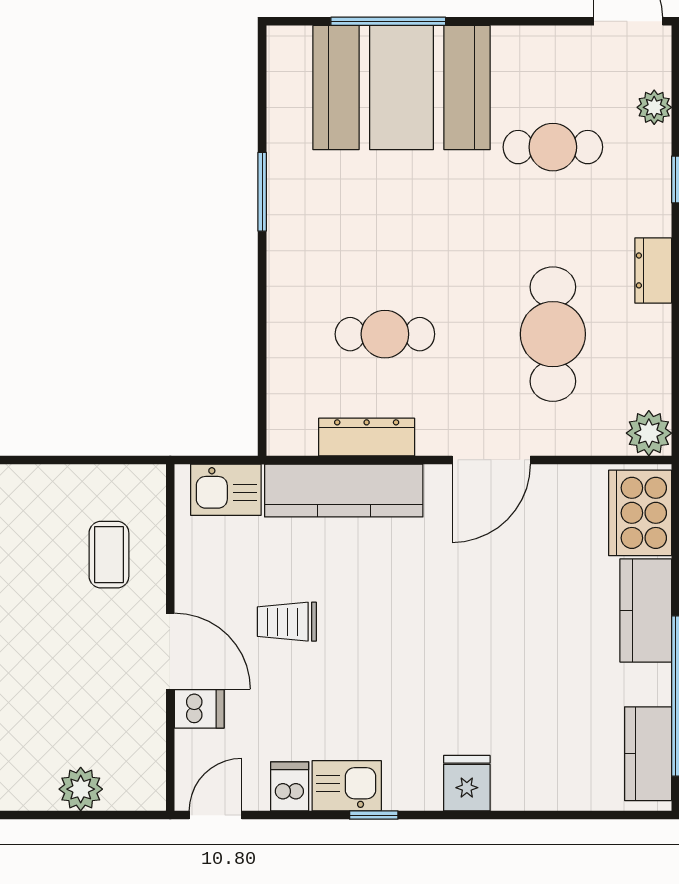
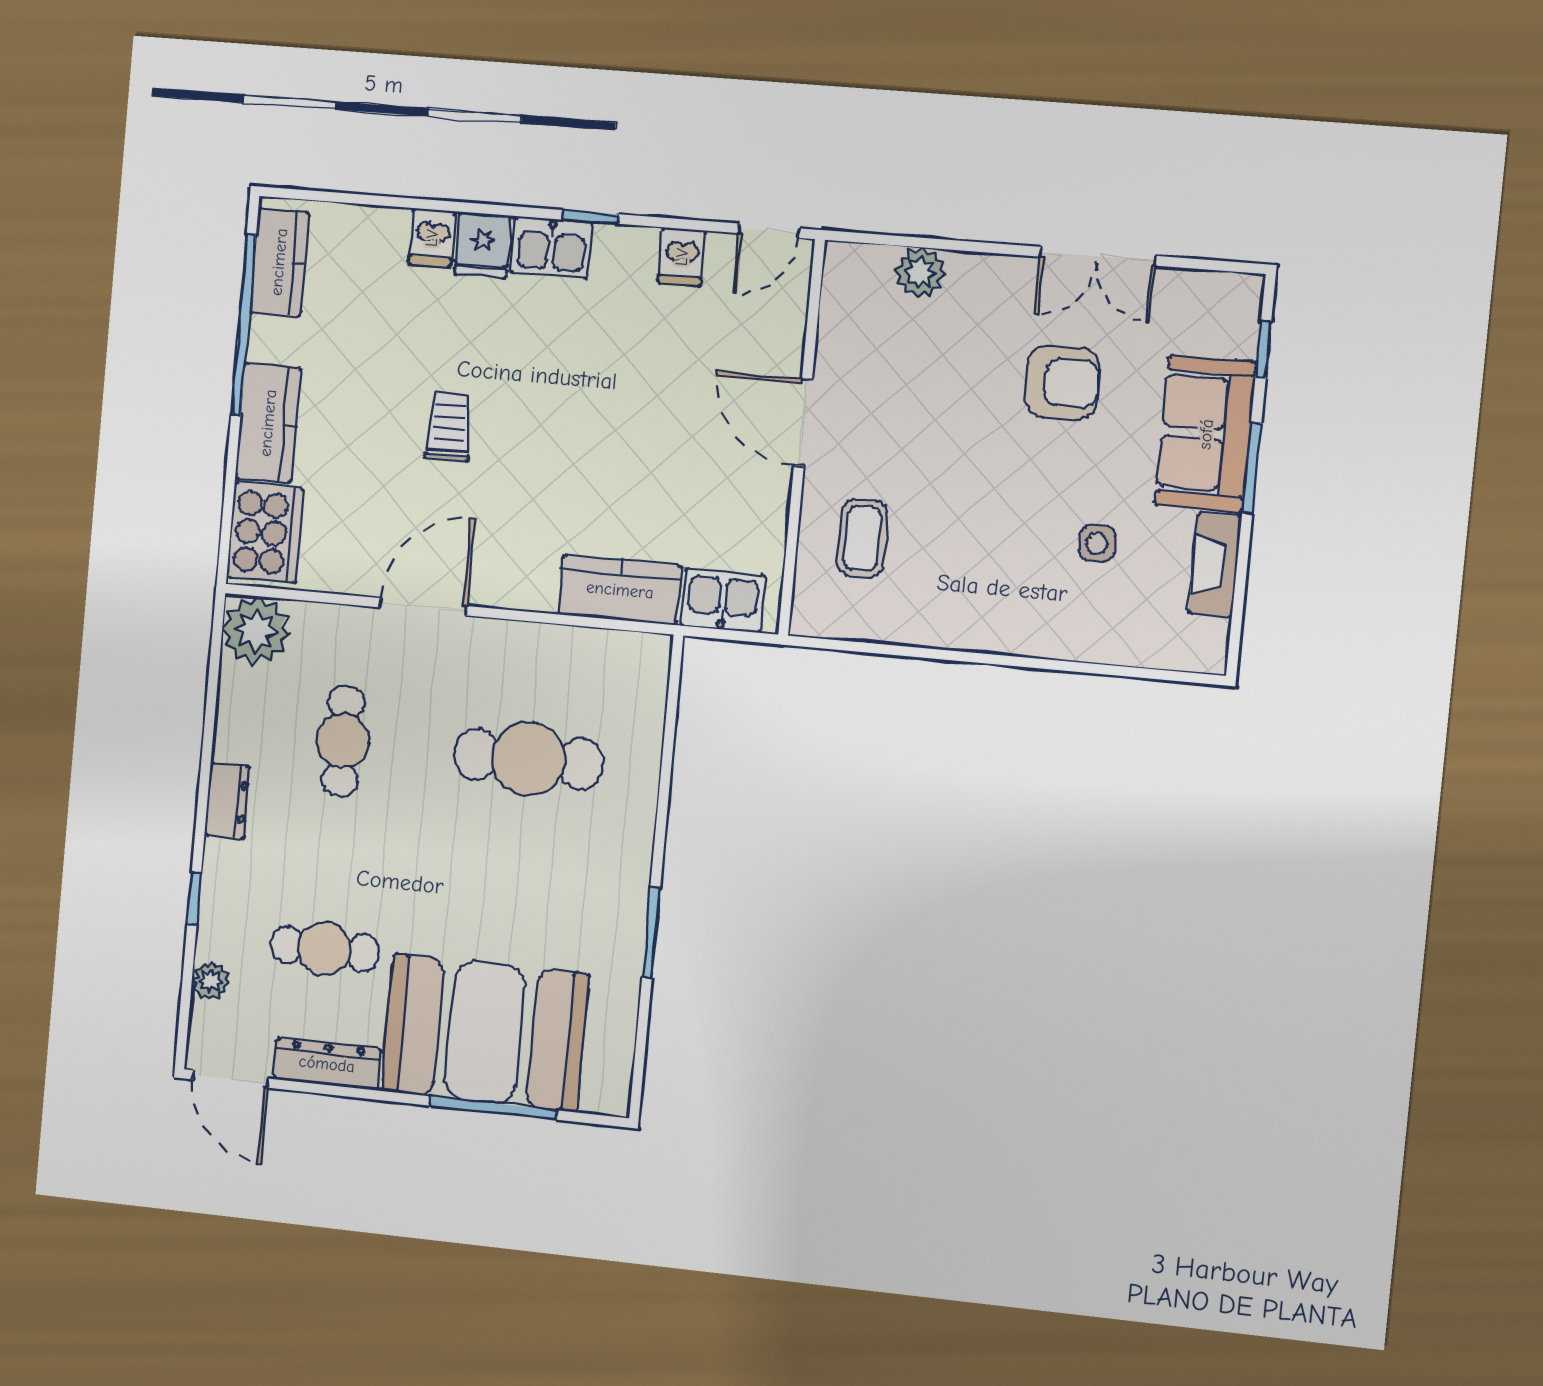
cafe table: (385, 334) -> (528, 759), width x1.37, depth x1.35
cafe table: (553, 334) -> (343, 741), width x0.73, depth x0.74
plant: (649, 433) -> (256, 631), width x1.36, depth x1.36
dresser: (367, 437) -> (327, 1064), moved, turned 180
kitchen counter: (344, 490) -> (620, 590), width x0.67
trolley: (287, 622) -> (449, 427), moved, turned -90
dishwasher: (199, 709) -> (432, 238), moved, turned -90
kitchen sink: (347, 786) -> (551, 247), moved

